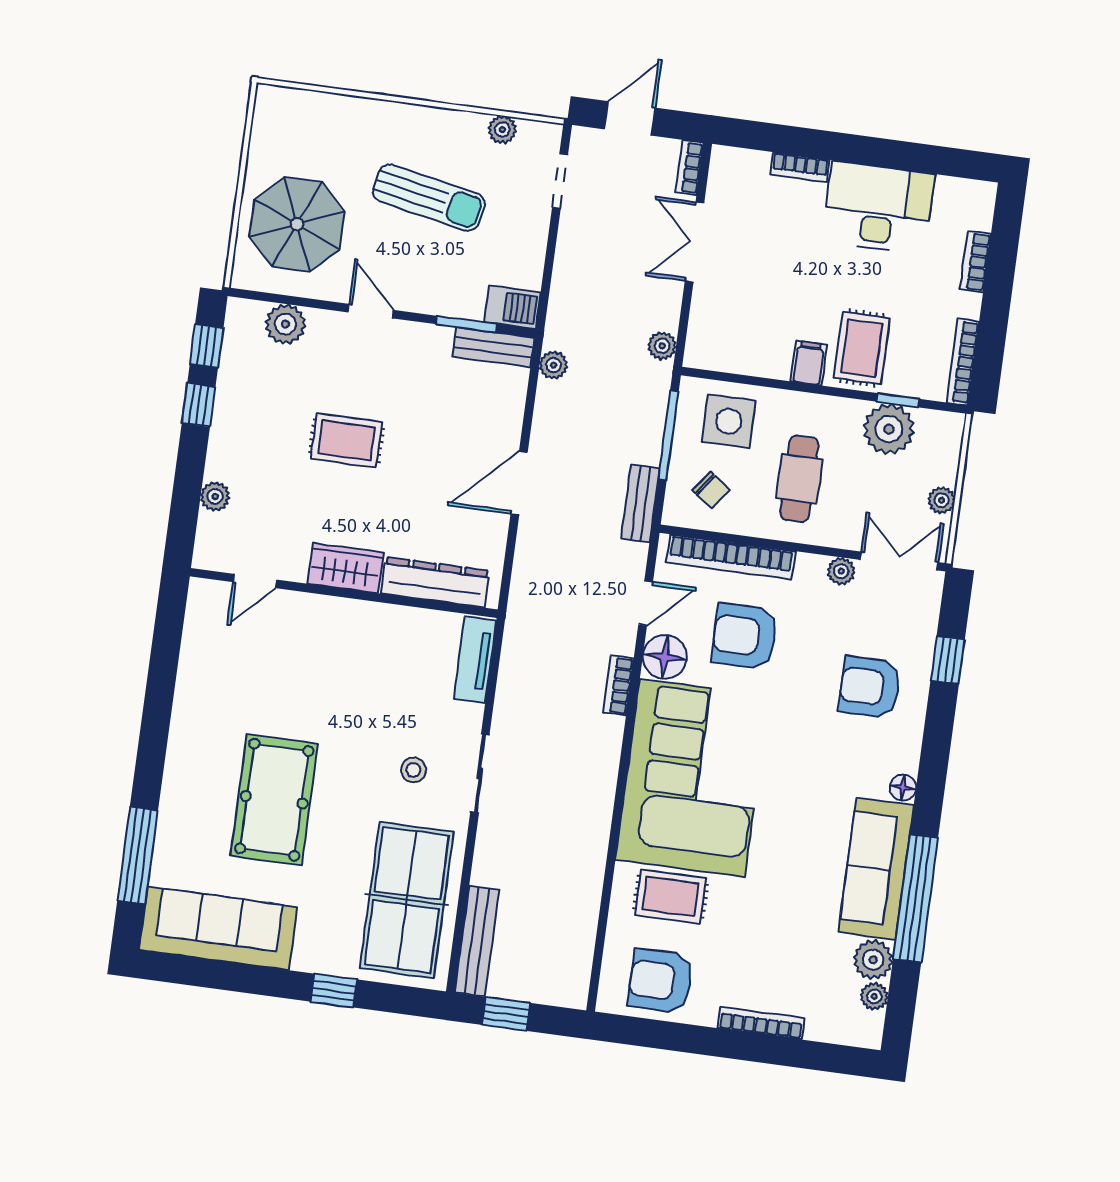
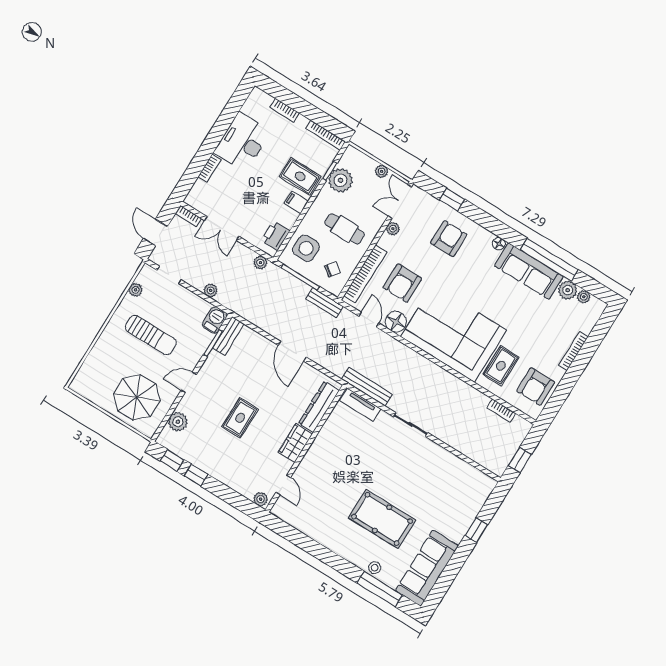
sun lounger: (429, 198) -> (151, 335), turned 79
printer: (727, 352) -> (276, 236), added
plant: (553, 365) -> (211, 290), moved
plant: (215, 496) -> (261, 499), moved
bookcase: (619, 685) -> (501, 411), moved
armchair: (870, 687) -> (449, 239), turned 180
stool: (413, 770) -> (375, 568), moved
table tennis table: (407, 900) -> (451, 481), removed
bench: (477, 941) -> (367, 387), moved

